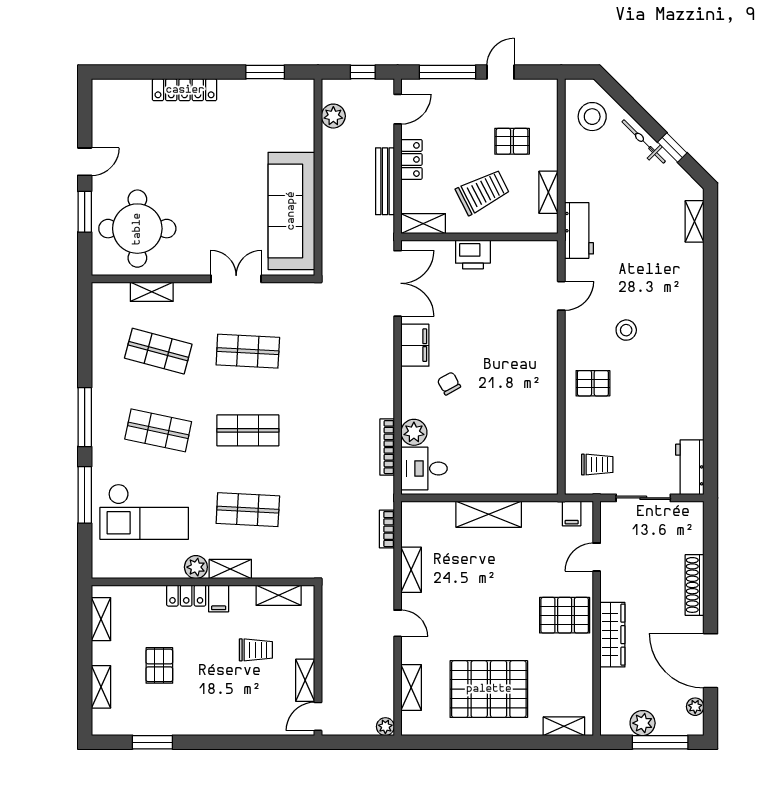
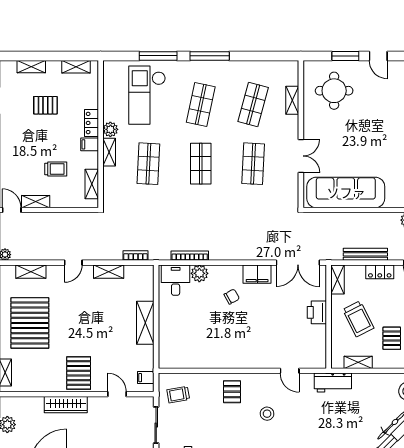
round table: (137, 229) -> (334, 91), width x0.73, depth x0.73
trolley: (597, 465) -> (178, 395), turned 80
trolley: (256, 650) -> (56, 169), turned -90

